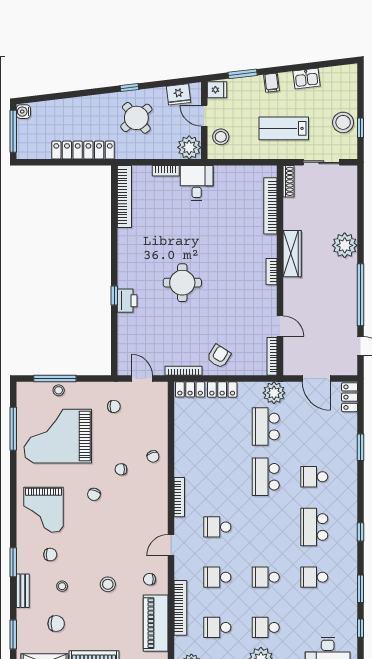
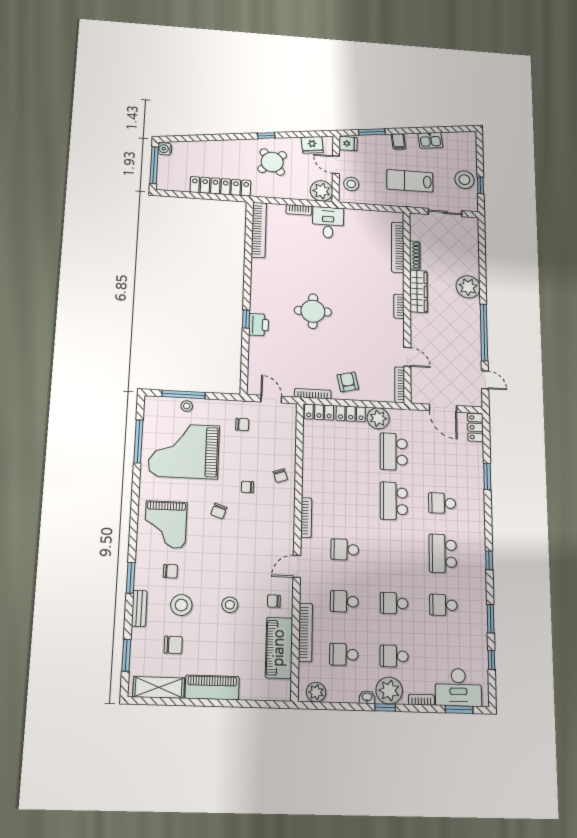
shoe rack: (289, 181) -> (415, 255), moved
armchair: (219, 356) -> (348, 382), turned -45
plant: (274, 393) -> (378, 418), moved
stool: (62, 586) -> (181, 605), width x1.89, depth x1.89

